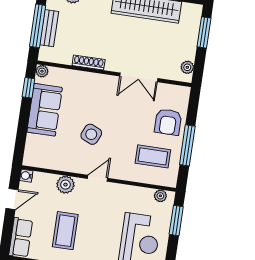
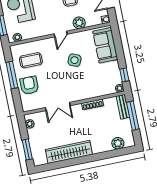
bench: (49, 28) -> (123, 107), moved
double door: (139, 77) -> (58, 107), swing flipped
sofa: (45, 110) -> (105, 45), moved

